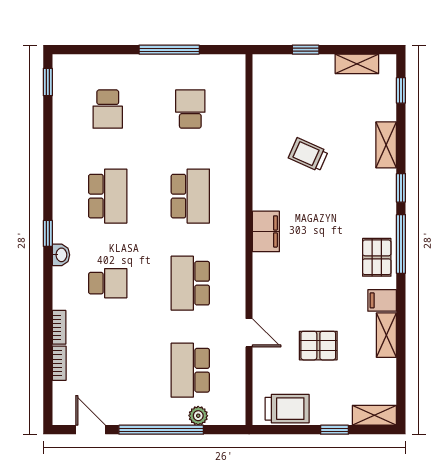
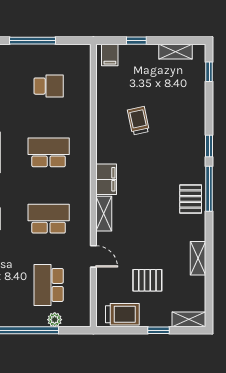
school desk: (190, 109) -> (49, 86), turned 90
shelving: (386, 145) -> (104, 214), moved
trolley: (308, 155) -> (138, 121), turned 54
school desk: (190, 196) -> (49, 152), turned -90
school desk: (190, 283) -> (49, 219), turned 90
filing cabinet: (382, 300) -> (110, 55), moved, turned -90
pallet: (318, 346) -> (147, 280), moved

